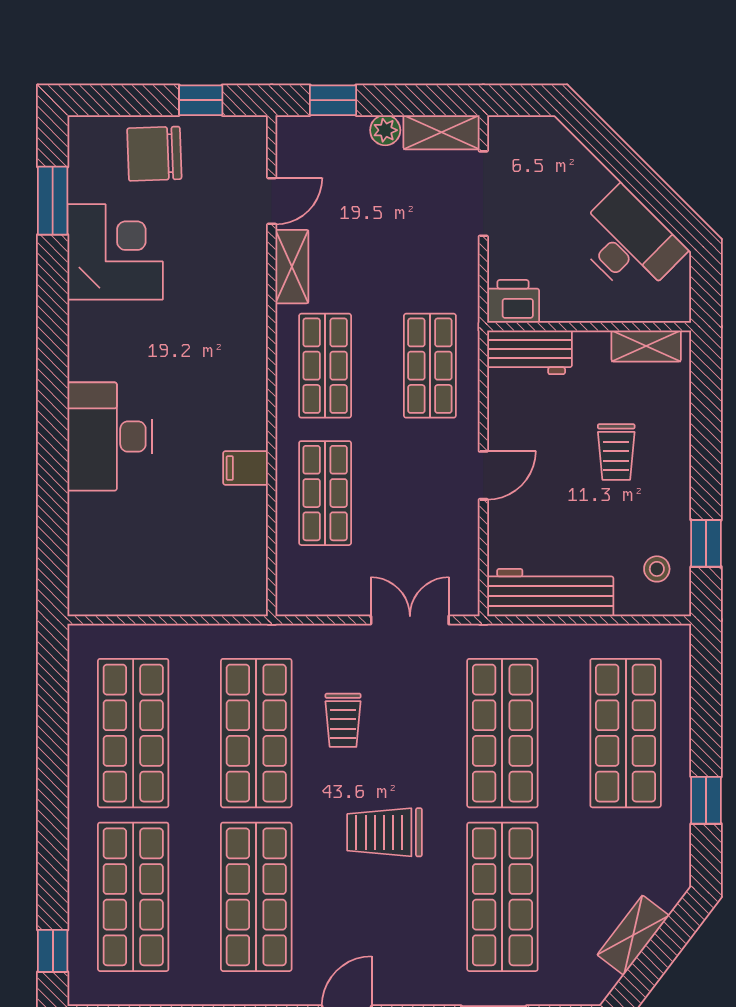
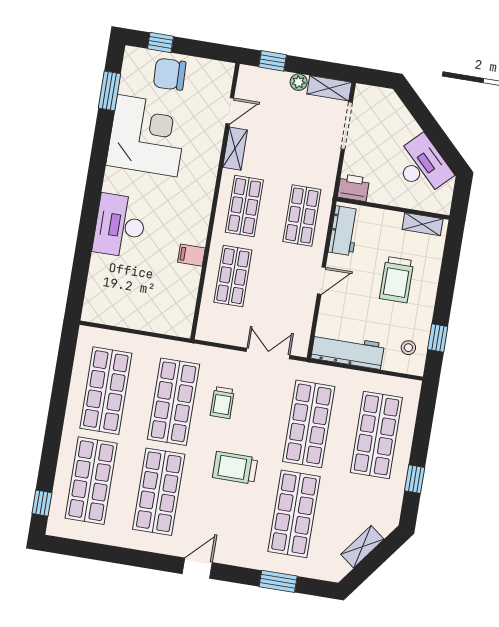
window: (201, 100) -> (160, 43), moved
corner desk: (115, 252) -> (147, 136), width x1.36, depth x1.36
workbench: (529, 352) -> (344, 231), moved, turned -90
trolley: (616, 452) -> (397, 280), width x1.36, depth x1.39

